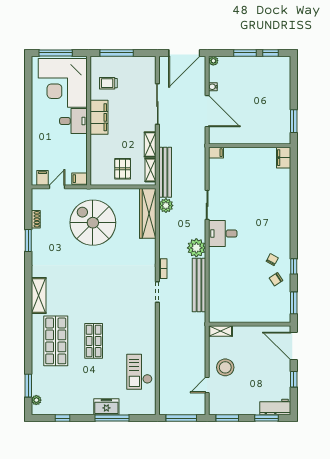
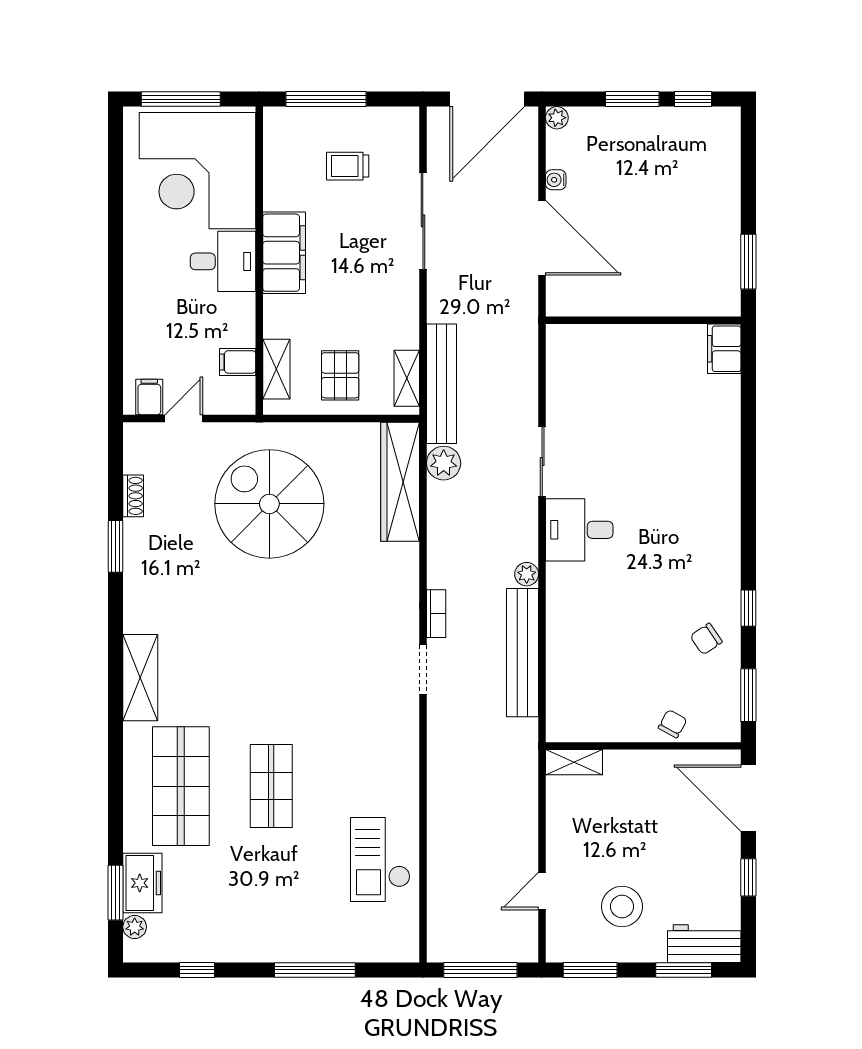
trolley: (108, 83) -> (348, 166), moved
shelving: (150, 145) -> (276, 369), moved
filing cabinet: (216, 153) -> (563, 337), removed
filing cabinet: (80, 179) -> (238, 362), moved
plant: (196, 248) -> (527, 574), width x0.53, depth x0.53
chair: (272, 260) -> (673, 724), moved
stool: (225, 367) -> (622, 907), moved
freezer: (106, 407) -> (142, 883), moved, turned 90

